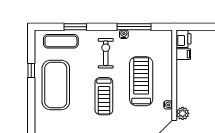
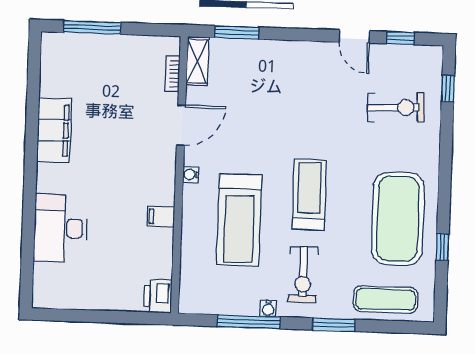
window: (75, 27) -> (334, 325), moved
filing cabinet: (183, 54) -> (161, 217), moved
plant: (183, 113) -> (164, 158), removed

